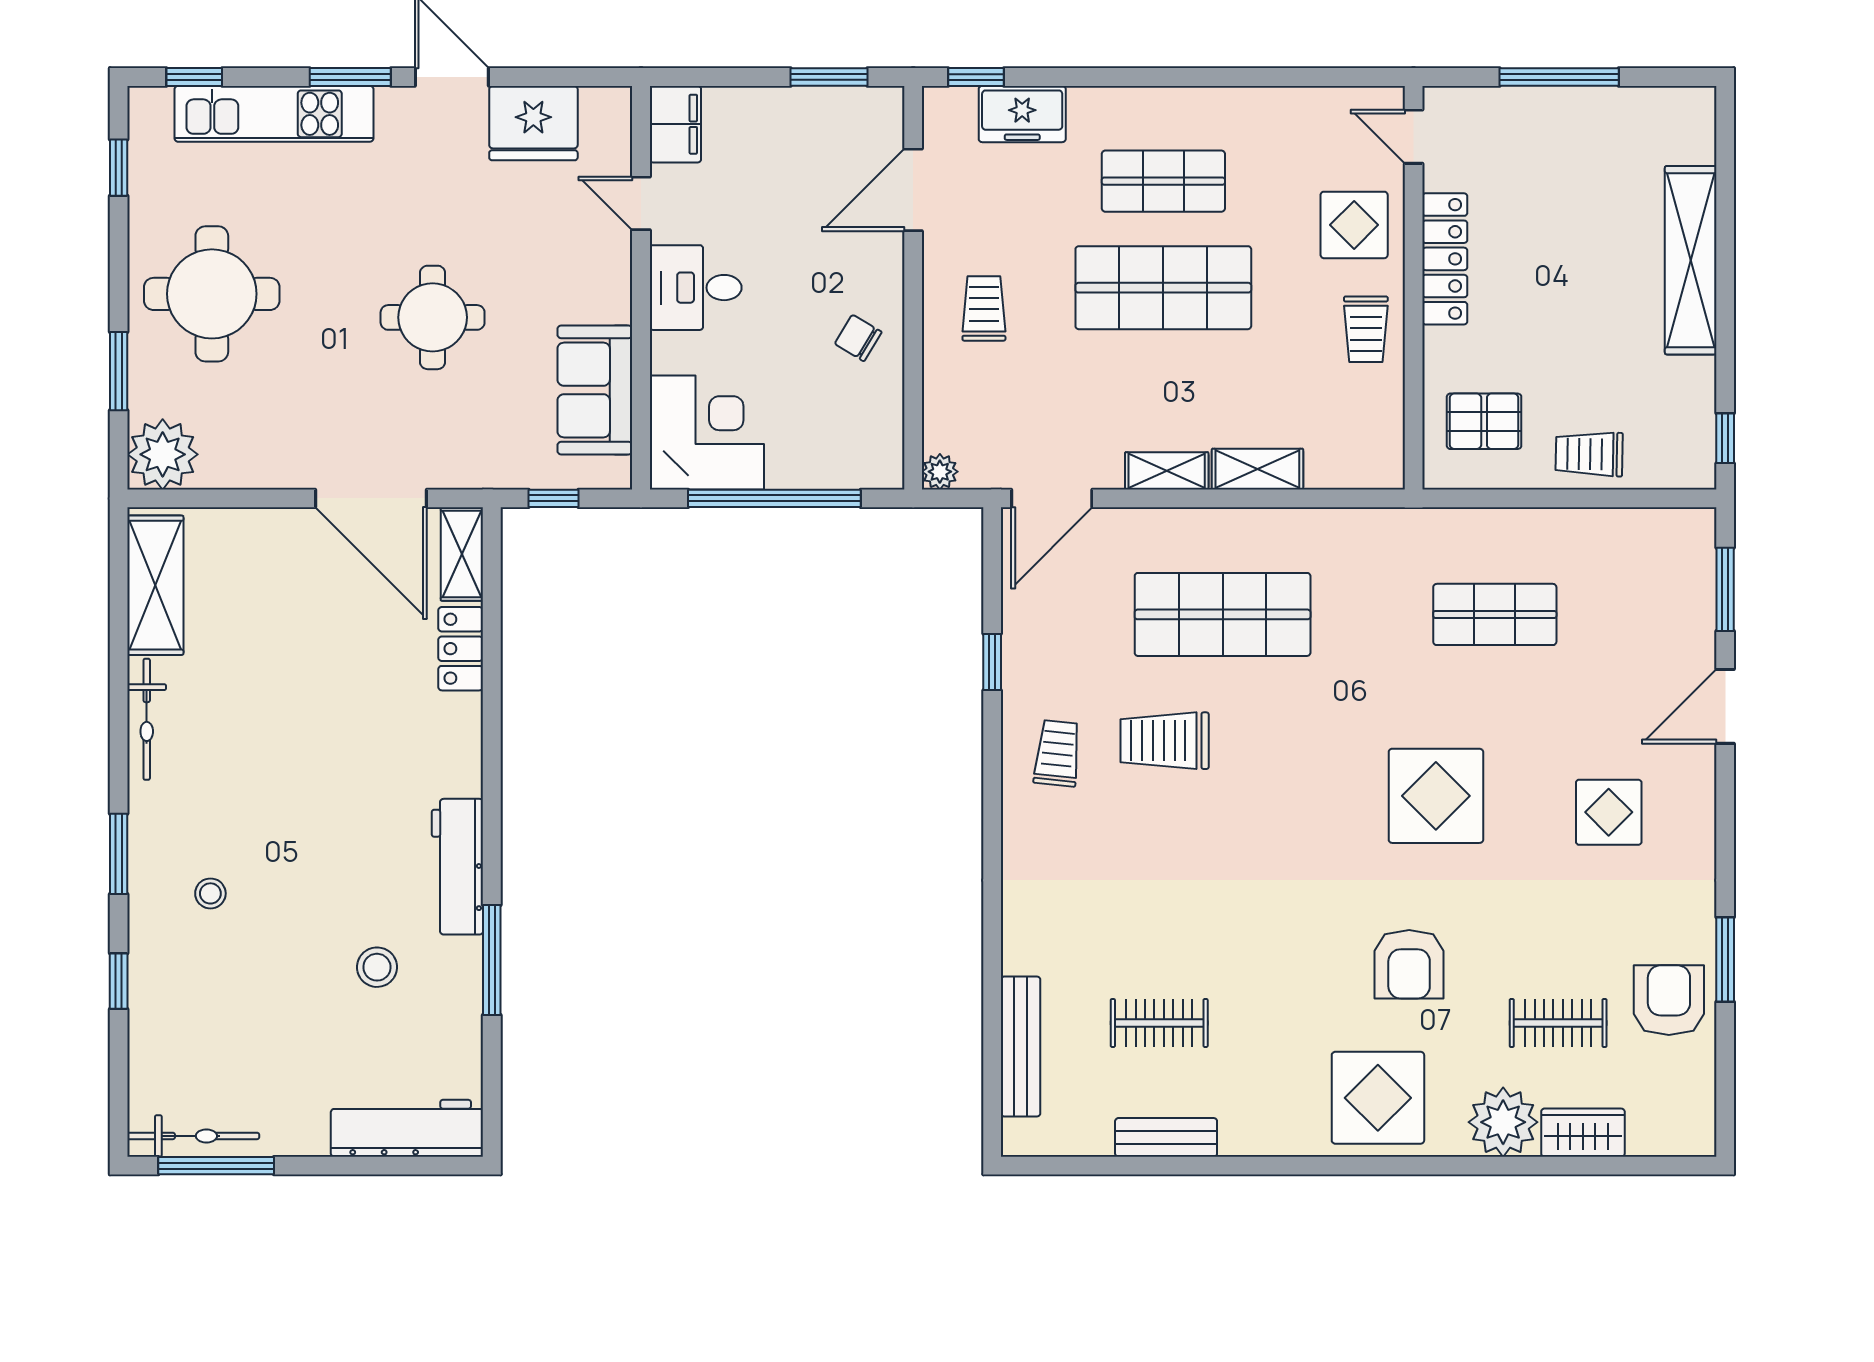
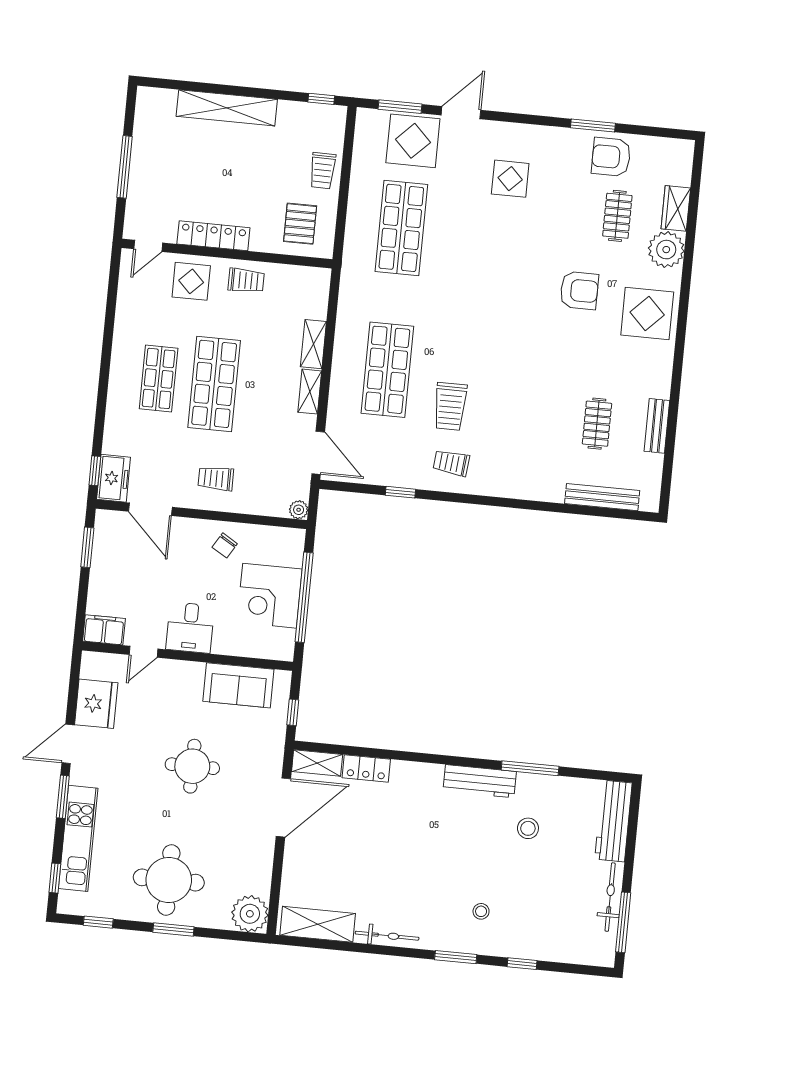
freezer: (1022, 114) -> (114, 478), moved
window: (119, 371) -> (173, 929), moved
corner desk: (707, 433) -> (270, 596), moved, turned -90
shop shelf: (1495, 614) -> (401, 228), width x1.43, depth x1.36
door: (1725, 706) -> (461, 113), swing flipped
display table: (1436, 796) -> (413, 141), moved
bicycle: (193, 1136) -> (610, 897), moved

